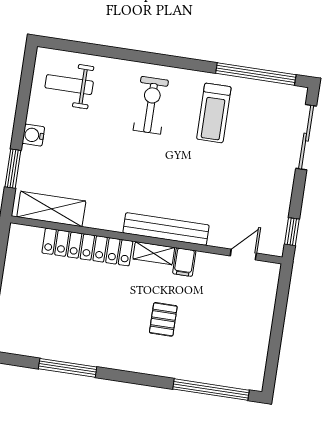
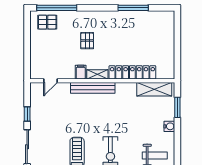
window: (292, 232) -> (27, 114), moved
pallet: (233, 365) -> (47, 22), added

